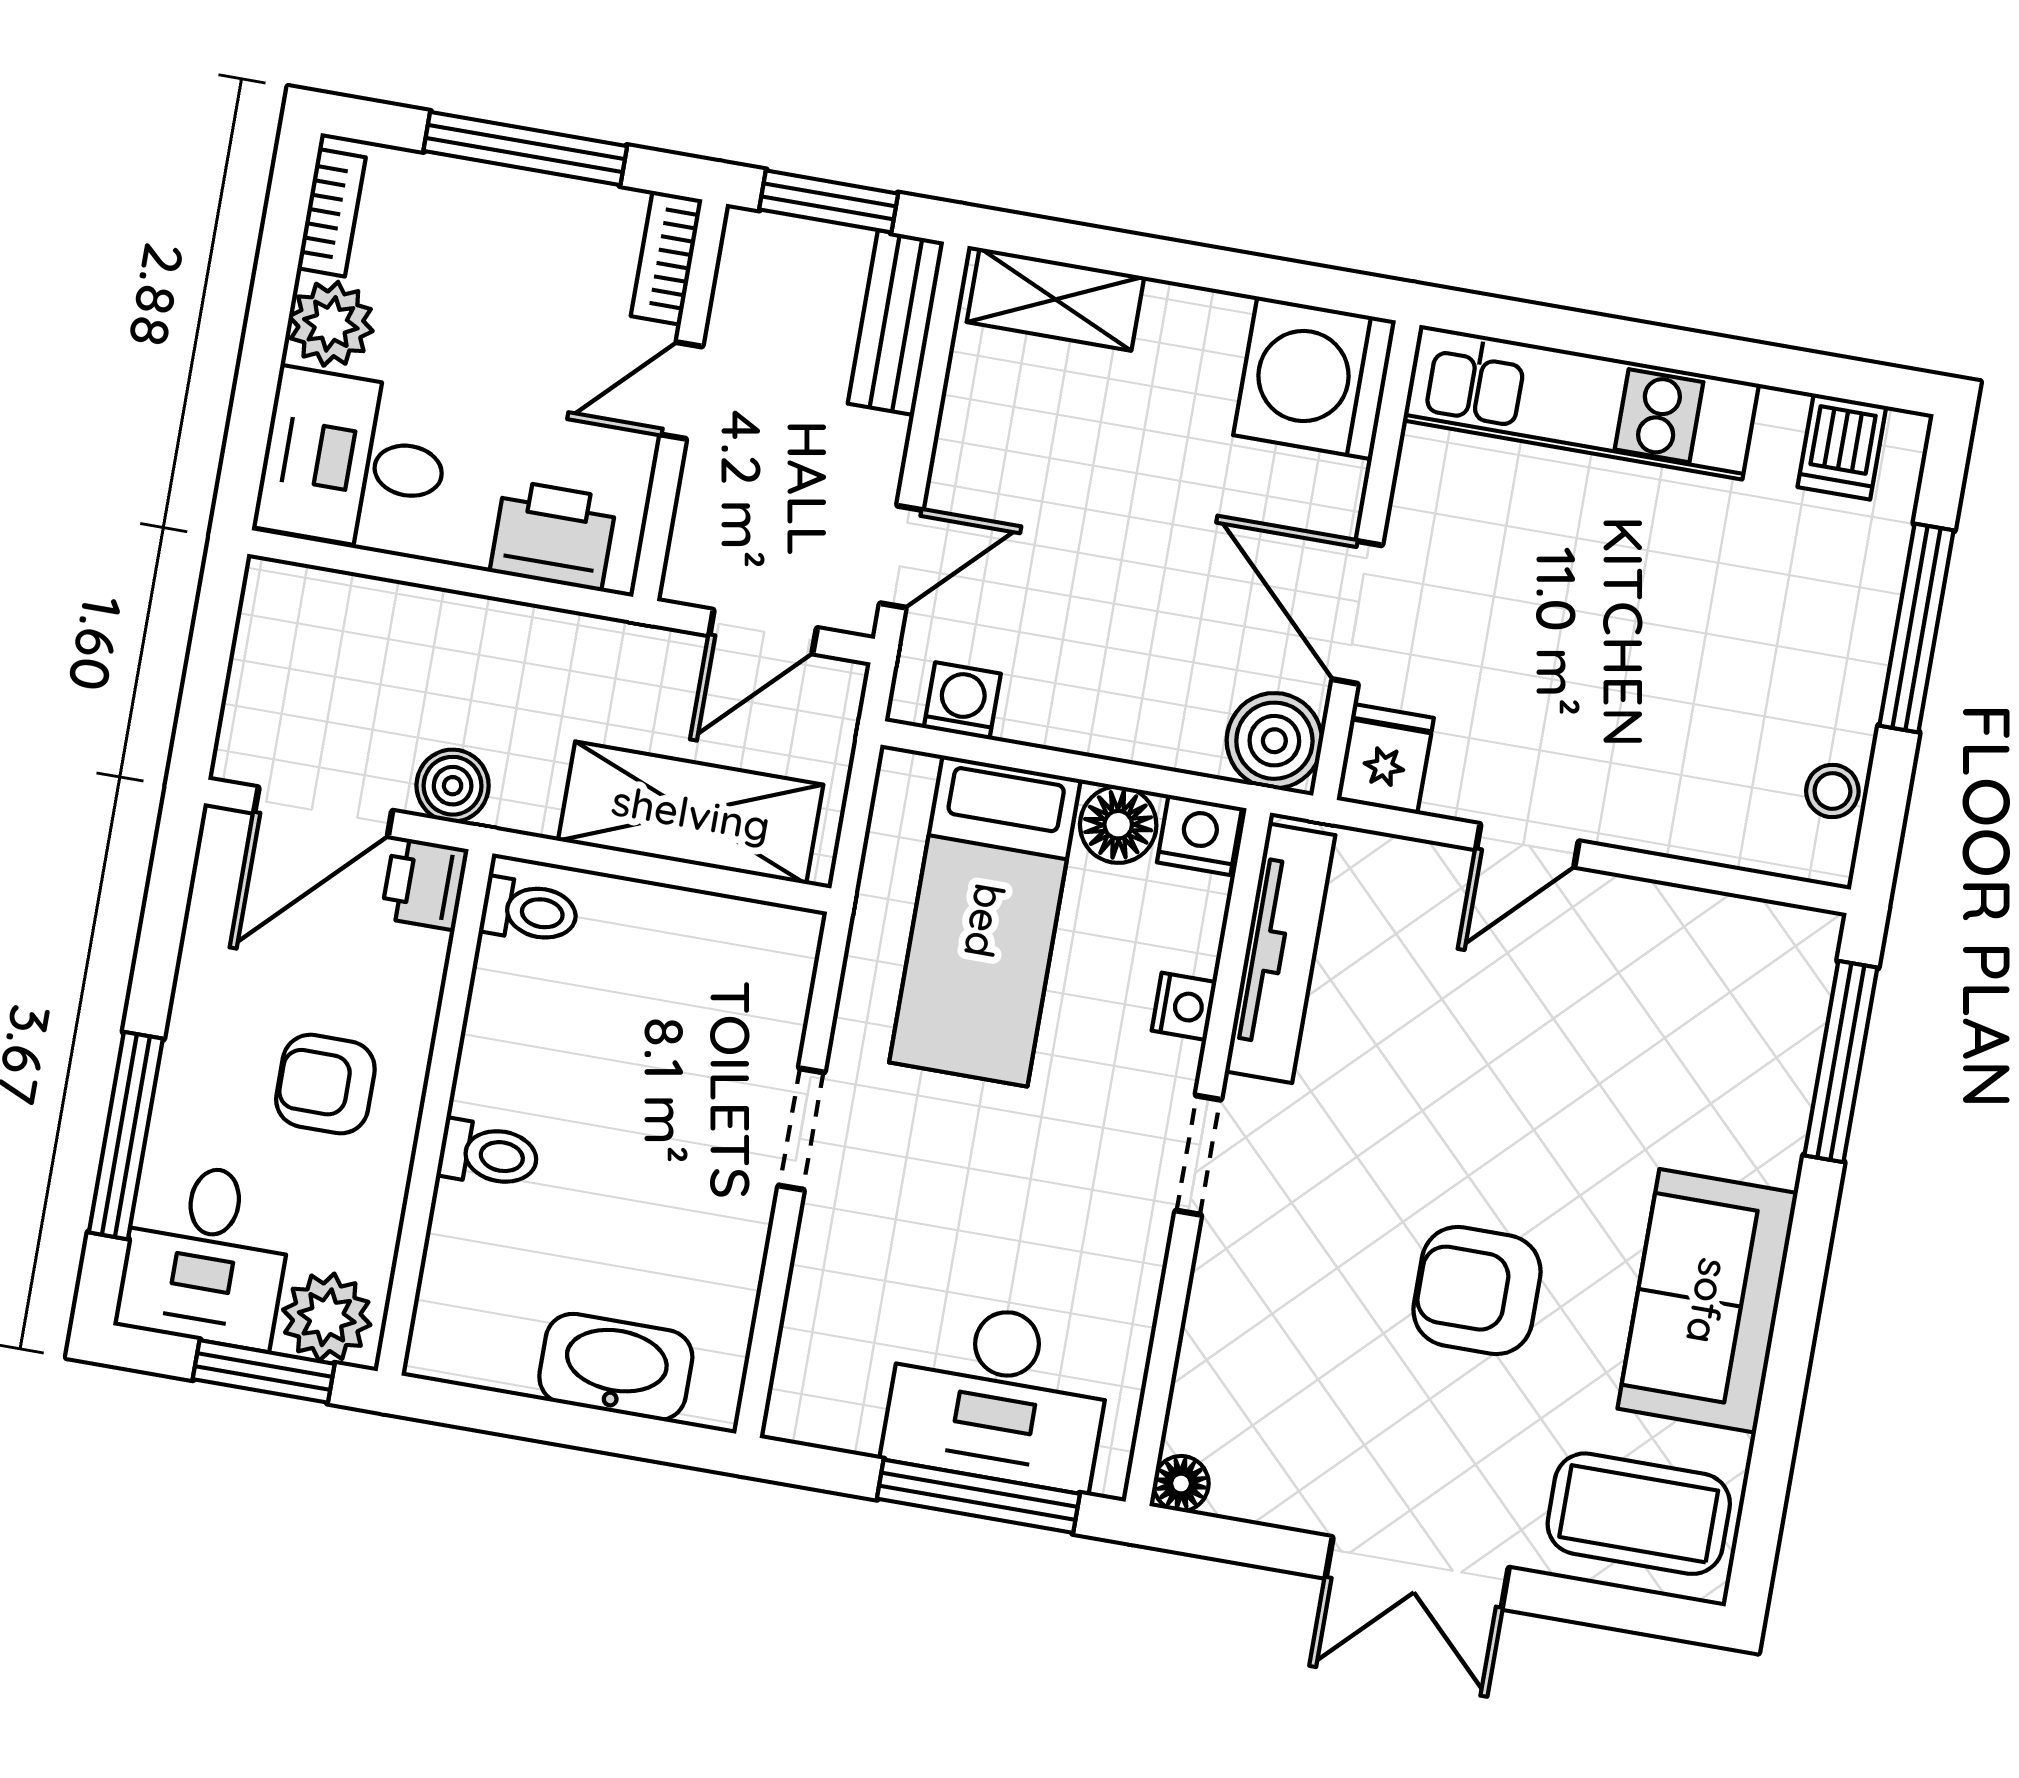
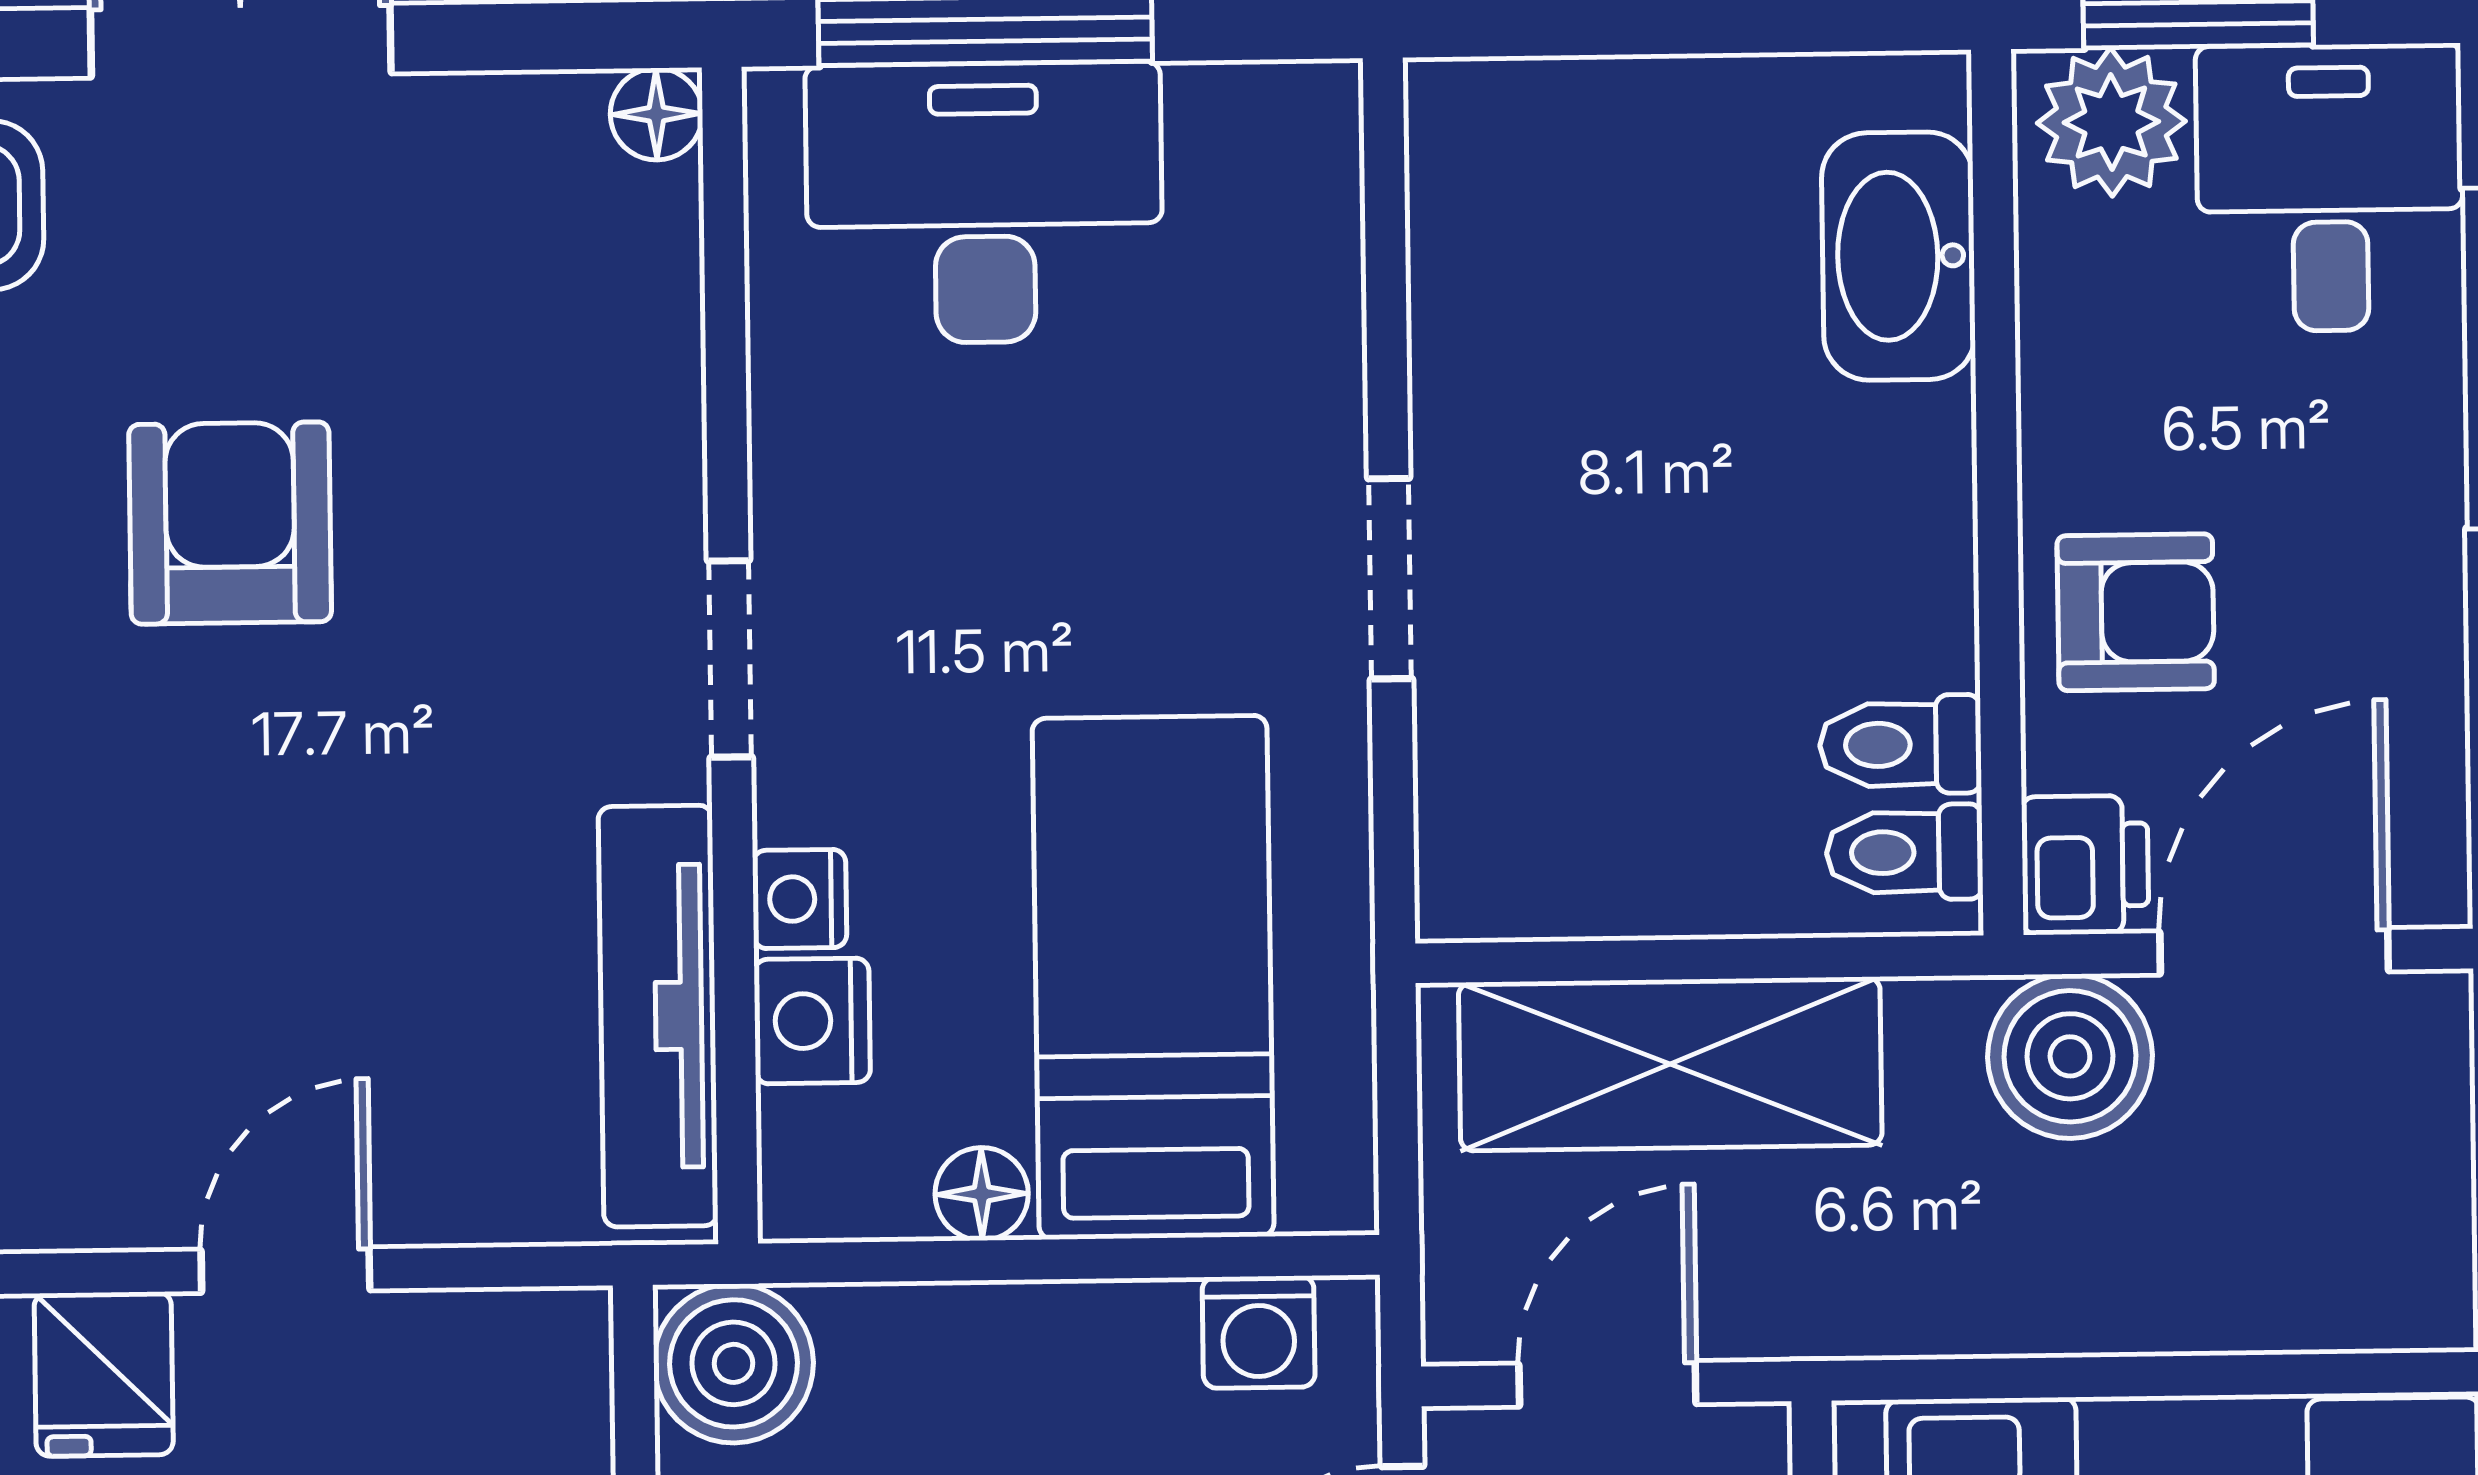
fridge: (1385, 759) -> (104, 1374), moved
boiler: (453, 786) -> (2070, 1056), width x1.36, depth x1.36
floor lamp: (1118, 825) -> (982, 1194), width x0.73, depth x0.73
nightstand: (1199, 835) -> (812, 1021), moved, turned 90
armchair: (325, 1084) -> (2136, 612), moved
toilet: (489, 1154) -> (1900, 745), moved
armchair: (1477, 1291) -> (230, 523), turned -90
washbasin: (616, 1367) -> (1898, 256), moved, turned 90

